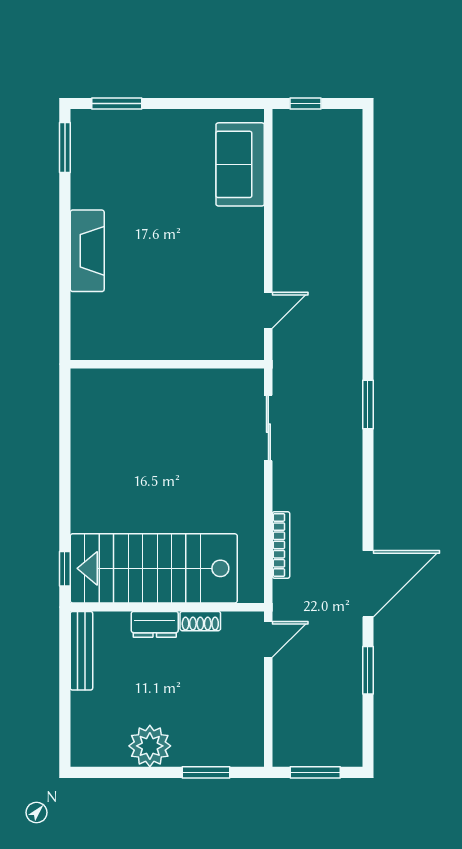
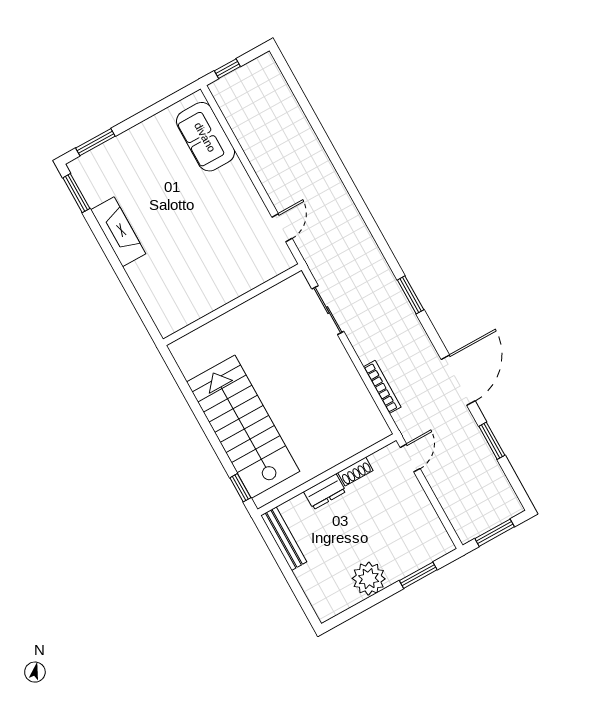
fireplace: (87, 251) -> (118, 232), moved
window: (368, 404) -> (411, 295), moved
stairs: (154, 568) -> (243, 427), moved, turned 90

